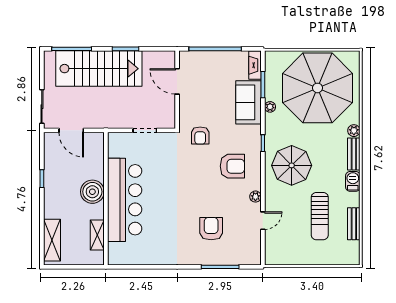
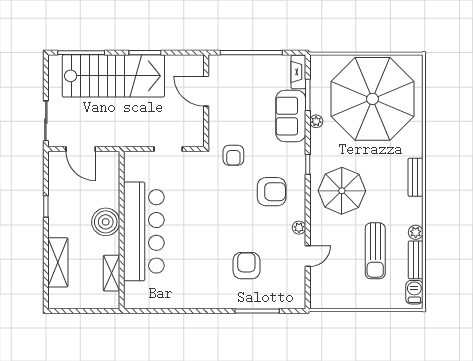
plant: (354, 131) -> (416, 232), moved
barbecue: (353, 181) -> (414, 292), moved
shelving: (52, 240) -> (58, 262), moved

